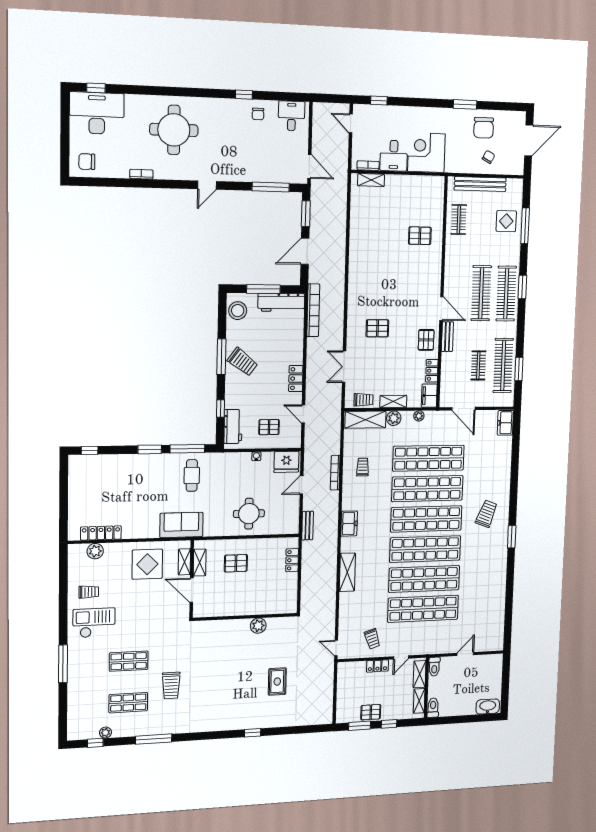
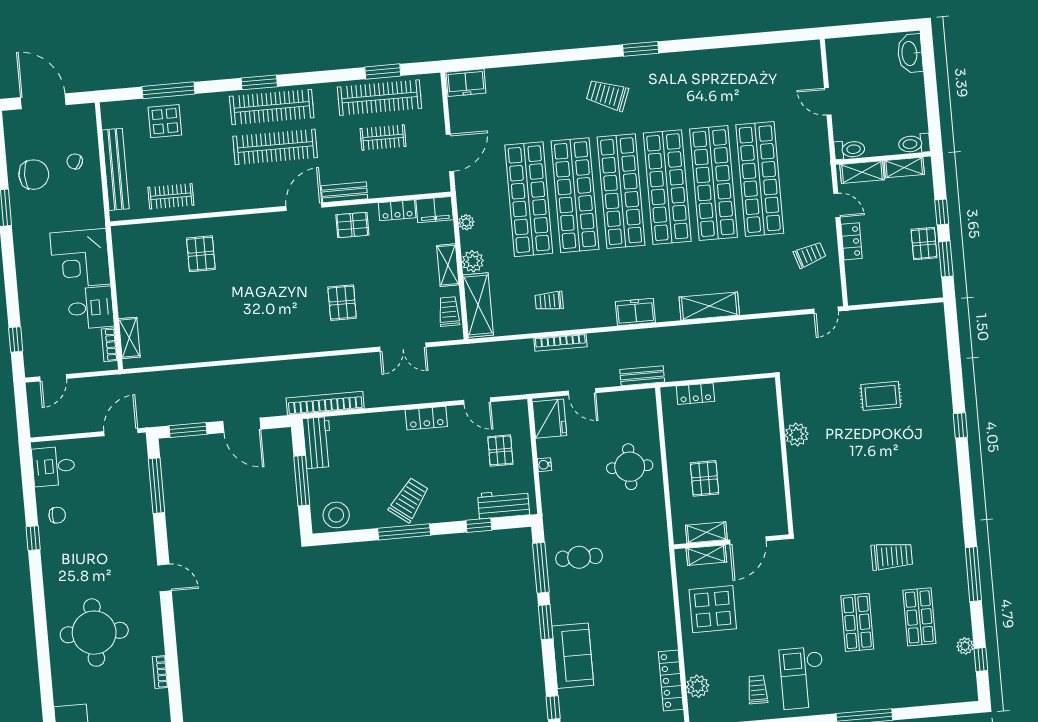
workbench: (281, 302) -> (318, 443), width x0.73
door: (303, 414) -> (477, 401), hinge flipped
sofa: (181, 525) -> (573, 656), moved, turned 180

